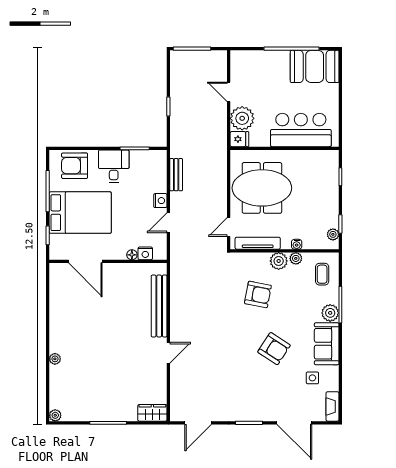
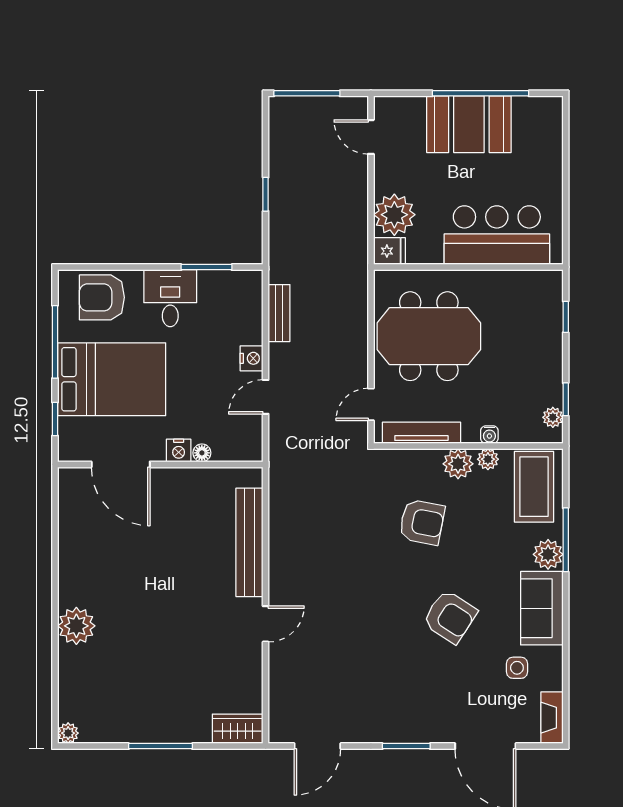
booth: (315, 66) -> (469, 124), moved
door: (229, 92) -> (371, 137), moved
nightstand: (145, 253) -> (179, 451), moved
coffee table: (322, 274) -> (534, 487), width x1.86, depth x1.72
plant: (55, 359) -> (76, 626), width x1.87, depth x1.87

